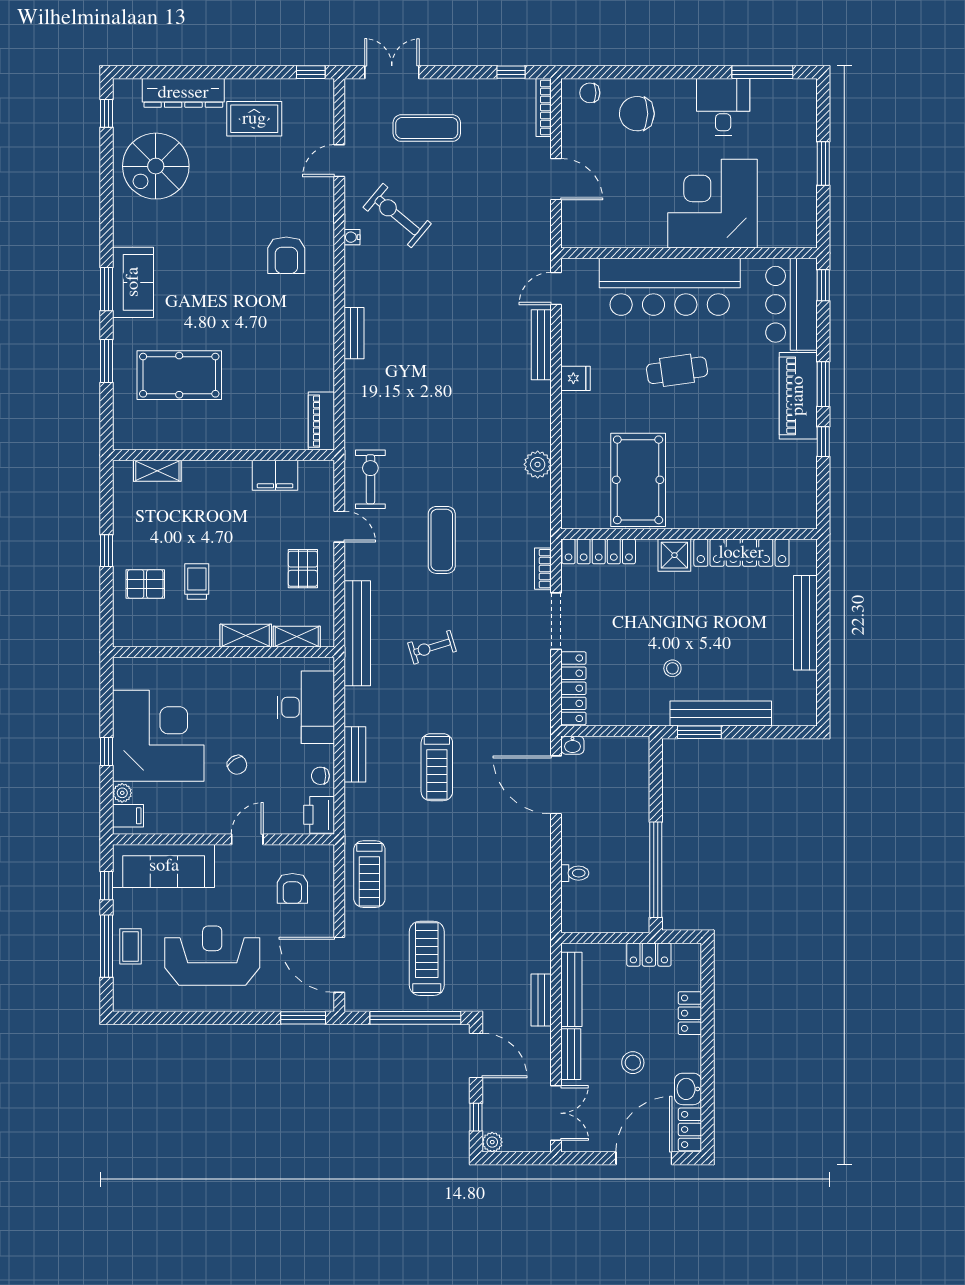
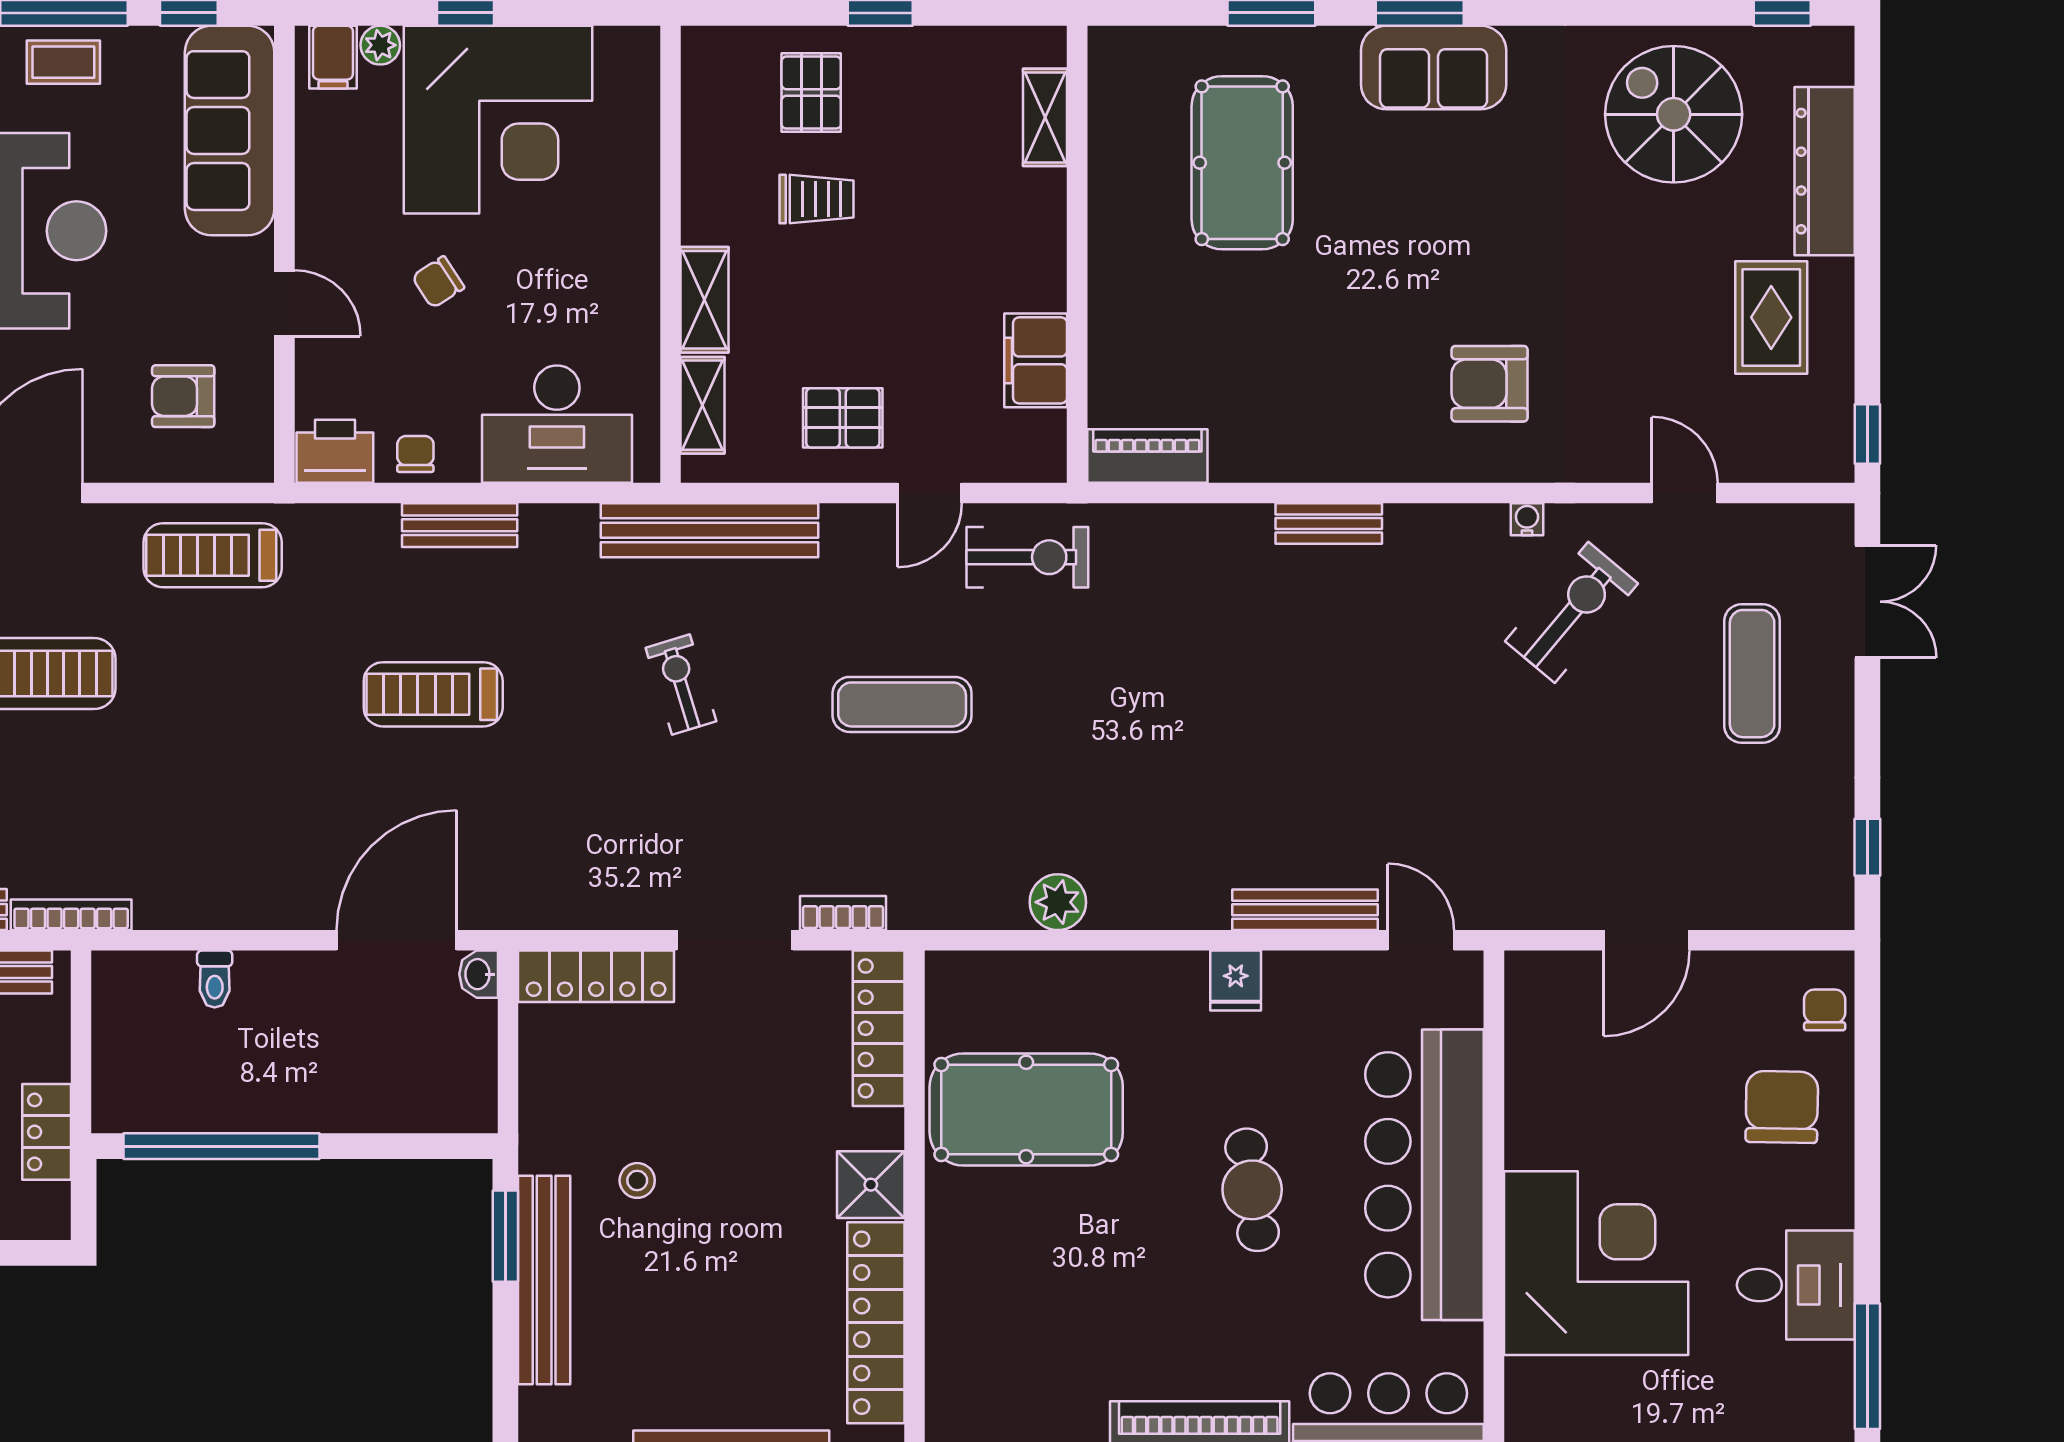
bookcase: (544, 108) -> (71, 915), moved

